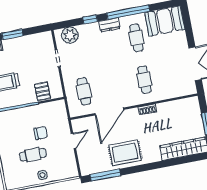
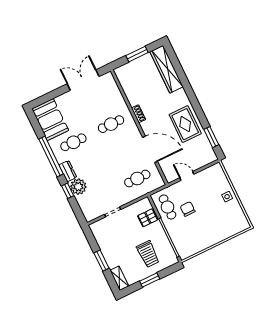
plant: (70, 35) -> (78, 187), moved
cafe table: (33, 155) -> (167, 207), moved
window: (105, 175) -> (211, 137), width x0.69

